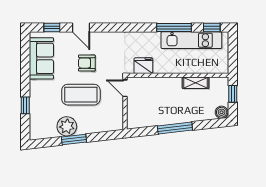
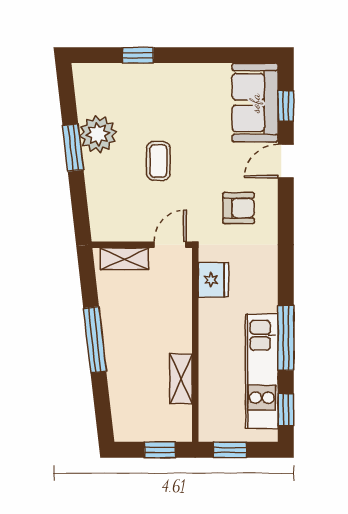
window: (233, 57) -> (230, 450), added
sofa: (41, 58) -> (255, 103), moved, turned 90
armchair: (87, 63) -> (239, 208), moved, turned 90
coffee table: (81, 95) -> (158, 161), width x0.54, depth x0.58
shelving: (132, 112) -> (124, 259), added
boiler: (222, 112) -> (125, 428), removed

